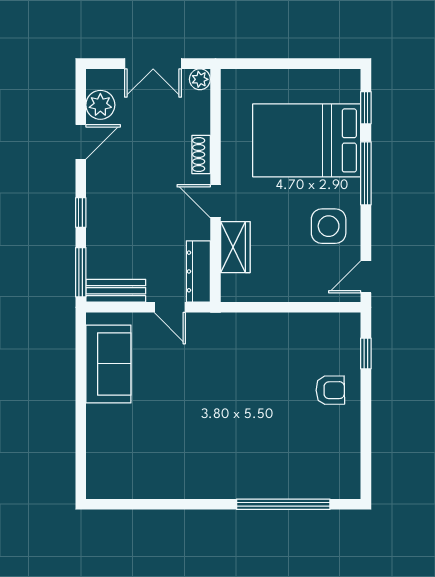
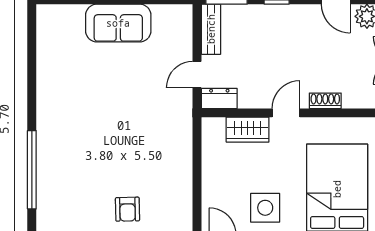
dresser: (198, 271) -> (219, 98), width x0.70
sofa: (108, 364) -> (118, 23), moved

